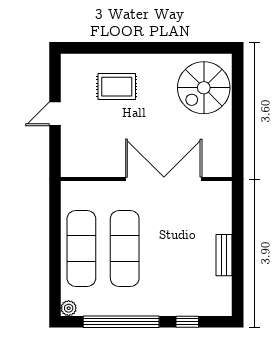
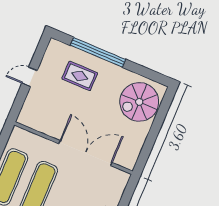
window: (127, 48) -> (98, 52), added

